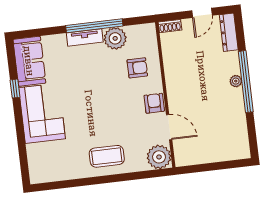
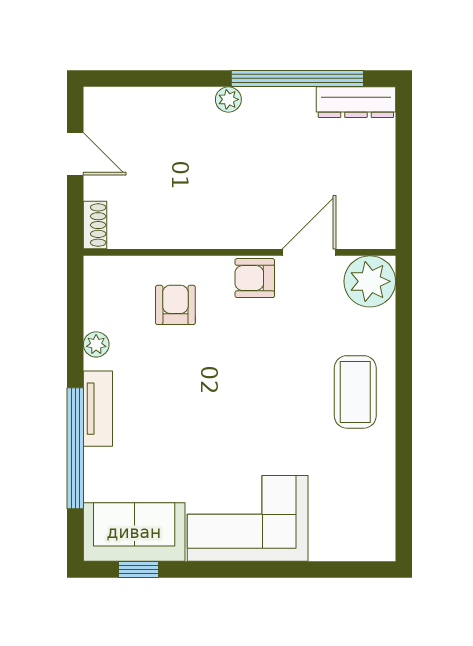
window: (94, 26) -> (75, 448), moved
dresser: (229, 32) -> (356, 102), moved
plant: (115, 38) -> (96, 344), width x0.53, depth x0.53
window: (246, 82) -> (297, 78), moved
window: (15, 89) -> (138, 569), moved

